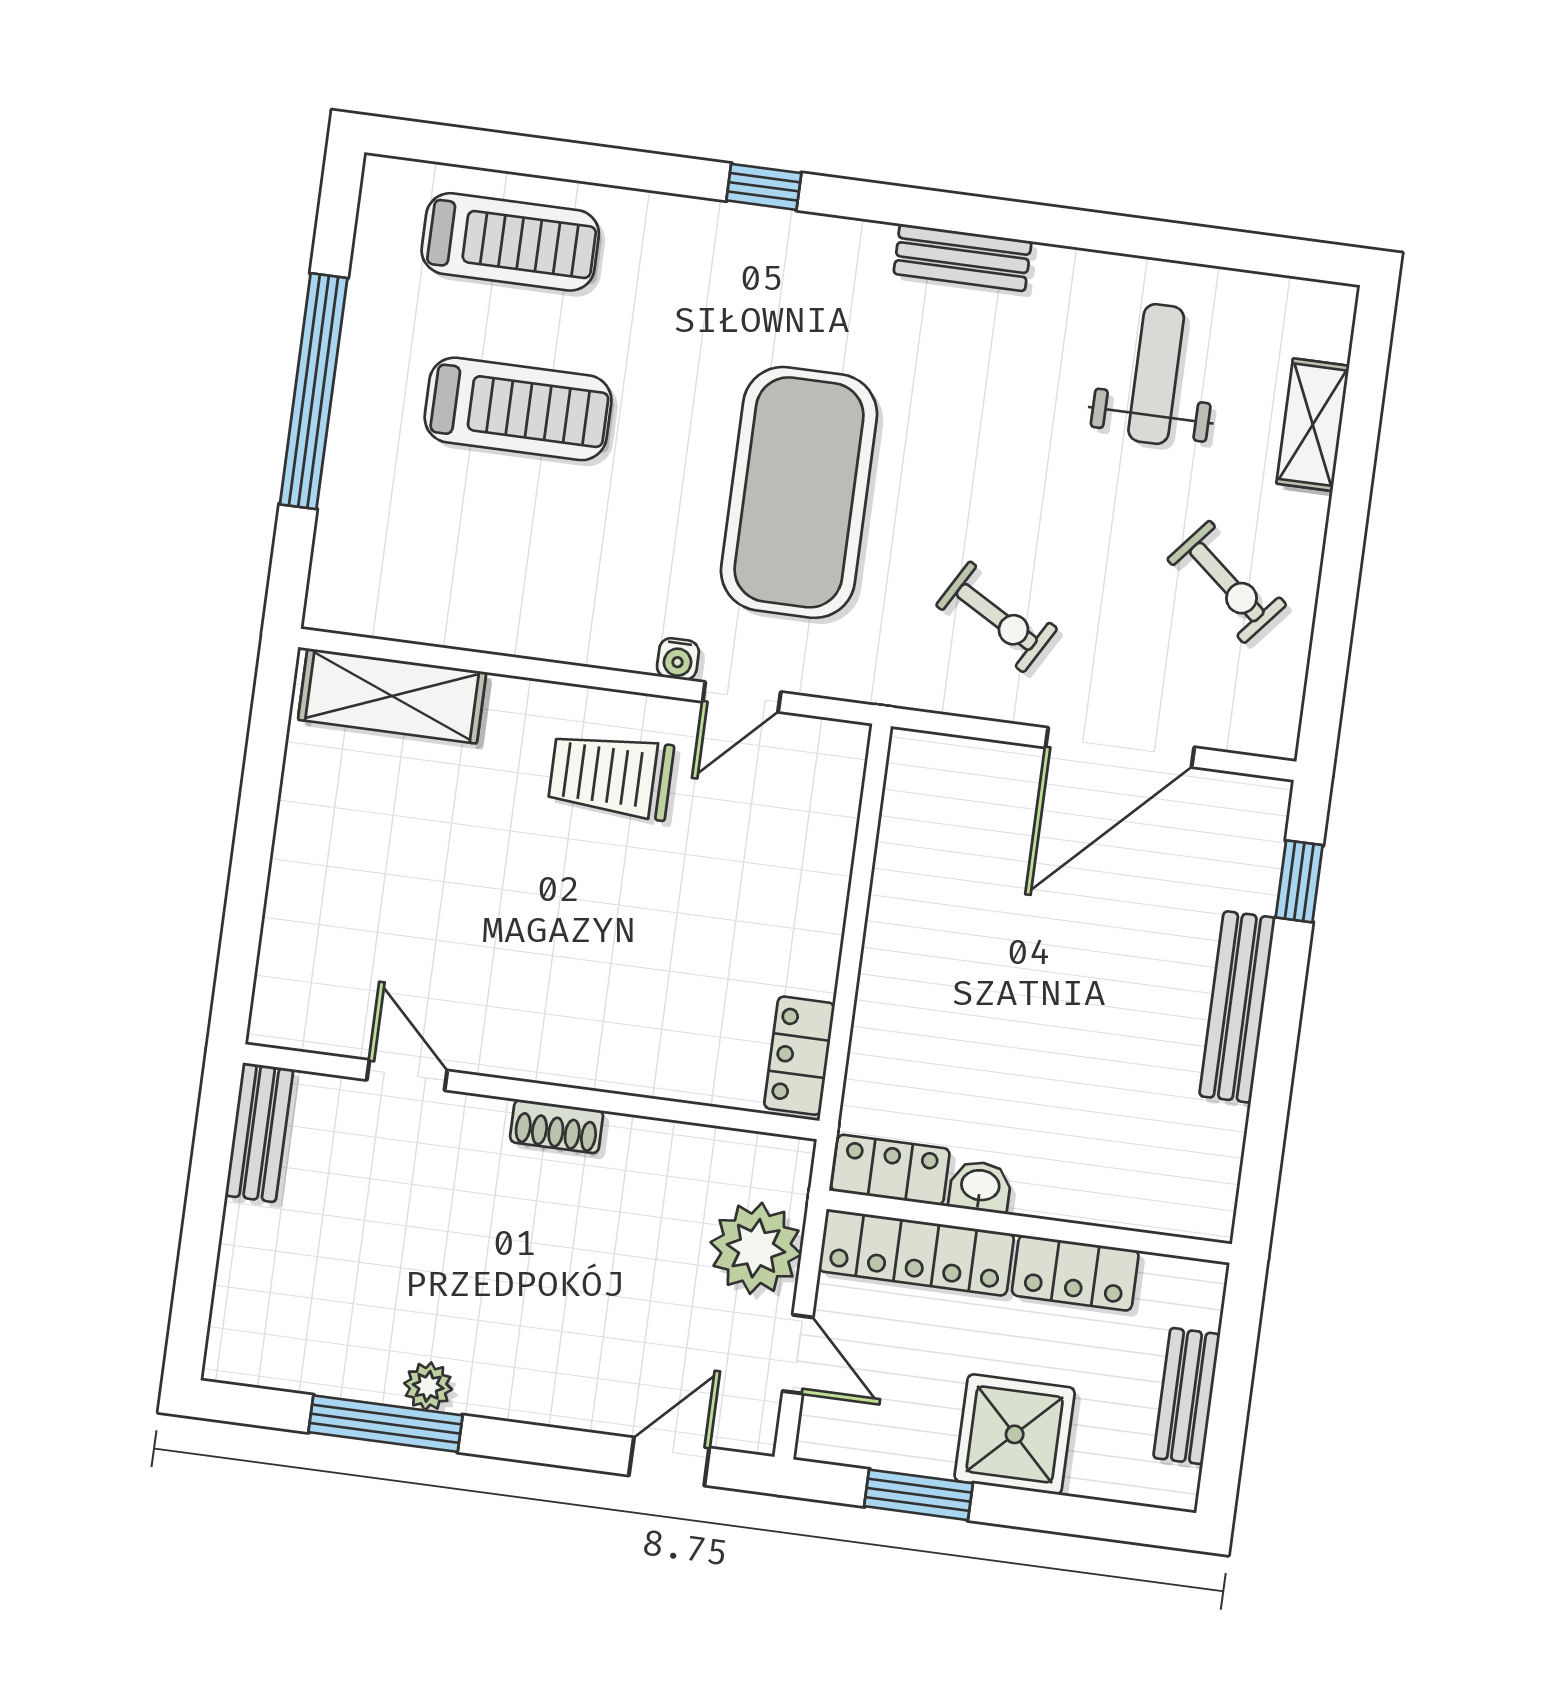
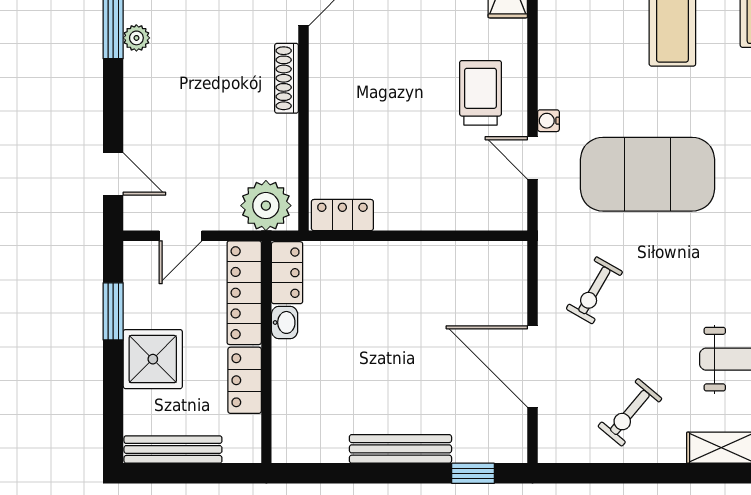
shoe rack: (557, 1126) -> (287, 78), width x1.43
plant: (756, 1248) -> (266, 206), moved
bench: (1187, 1396) -> (173, 449), width x1.36

